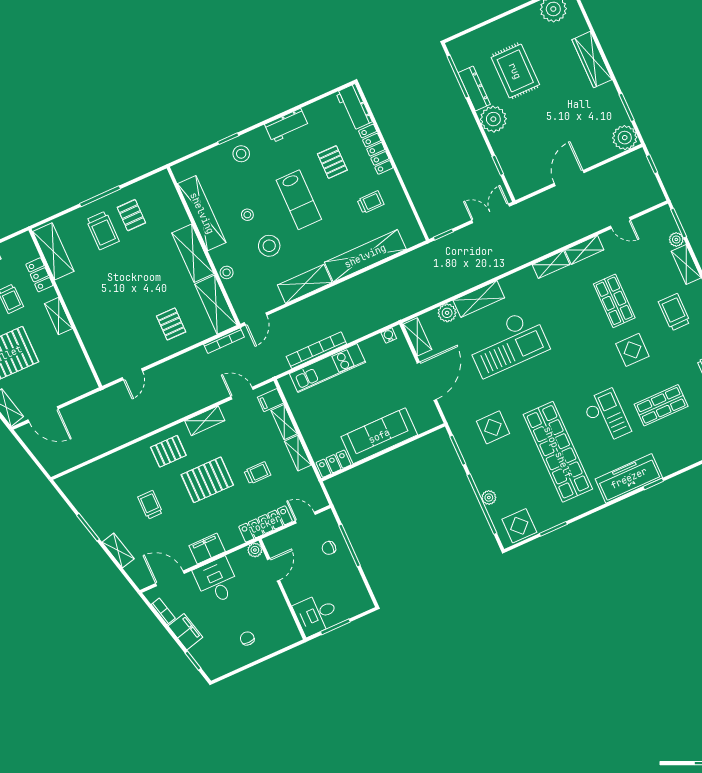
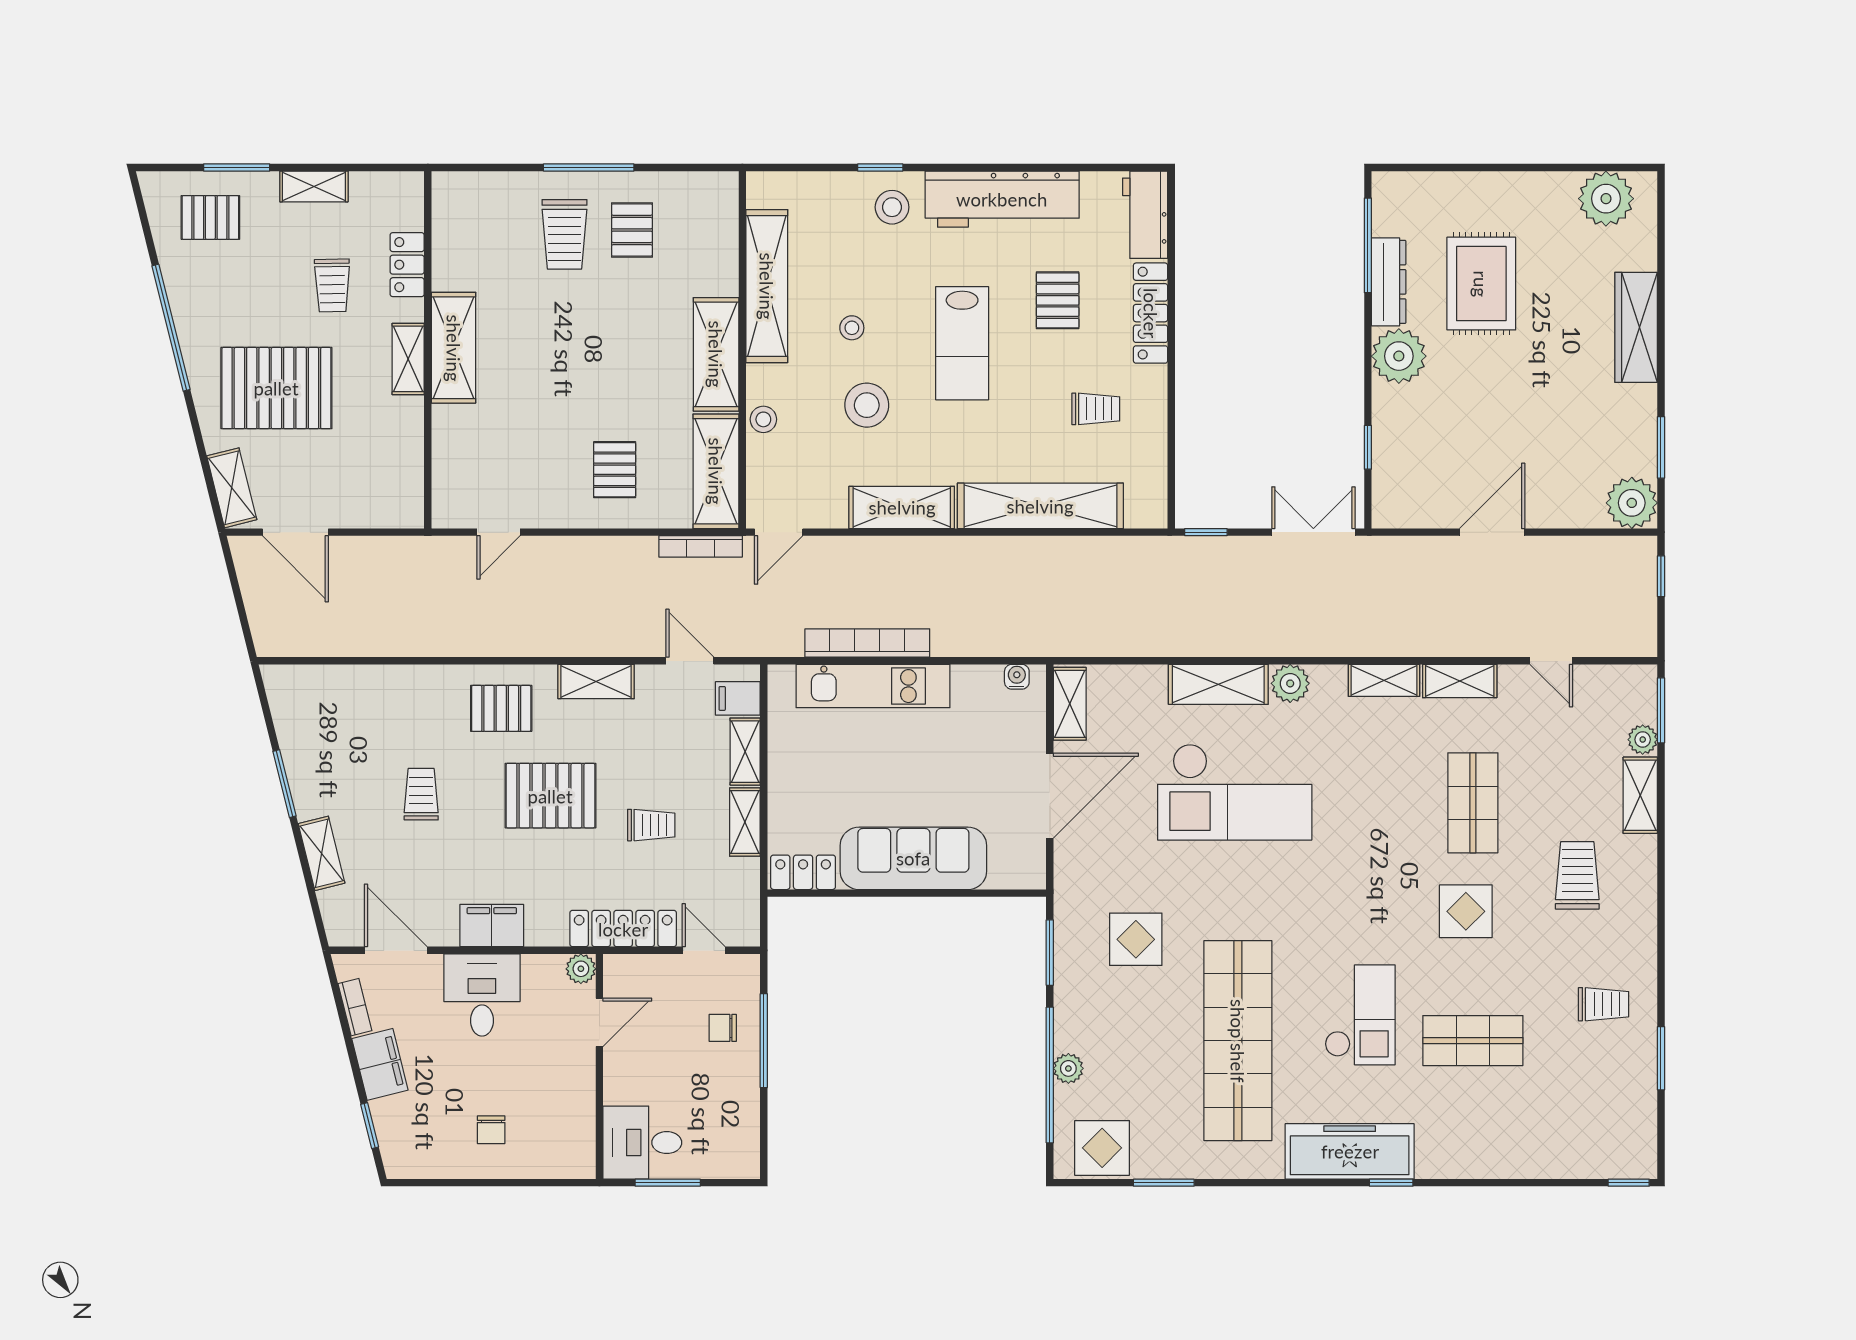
workbench: (287, 125) -> (1002, 199), width x1.88, depth x1.32
shelving: (53, 251) -> (454, 348), moved
plant: (447, 313) -> (1290, 683), moved
chair: (247, 638) -> (491, 1130), turned 180

